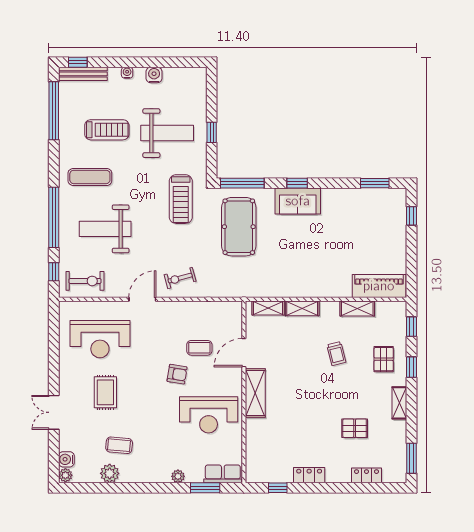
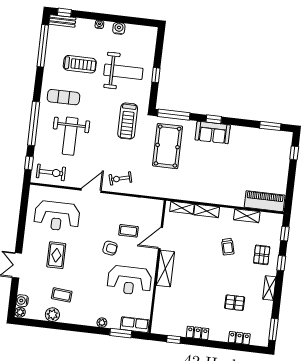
bench: (83, 74) -> (62, 21), width x0.73
weight bench: (105, 229) -> (70, 136), turned -90

